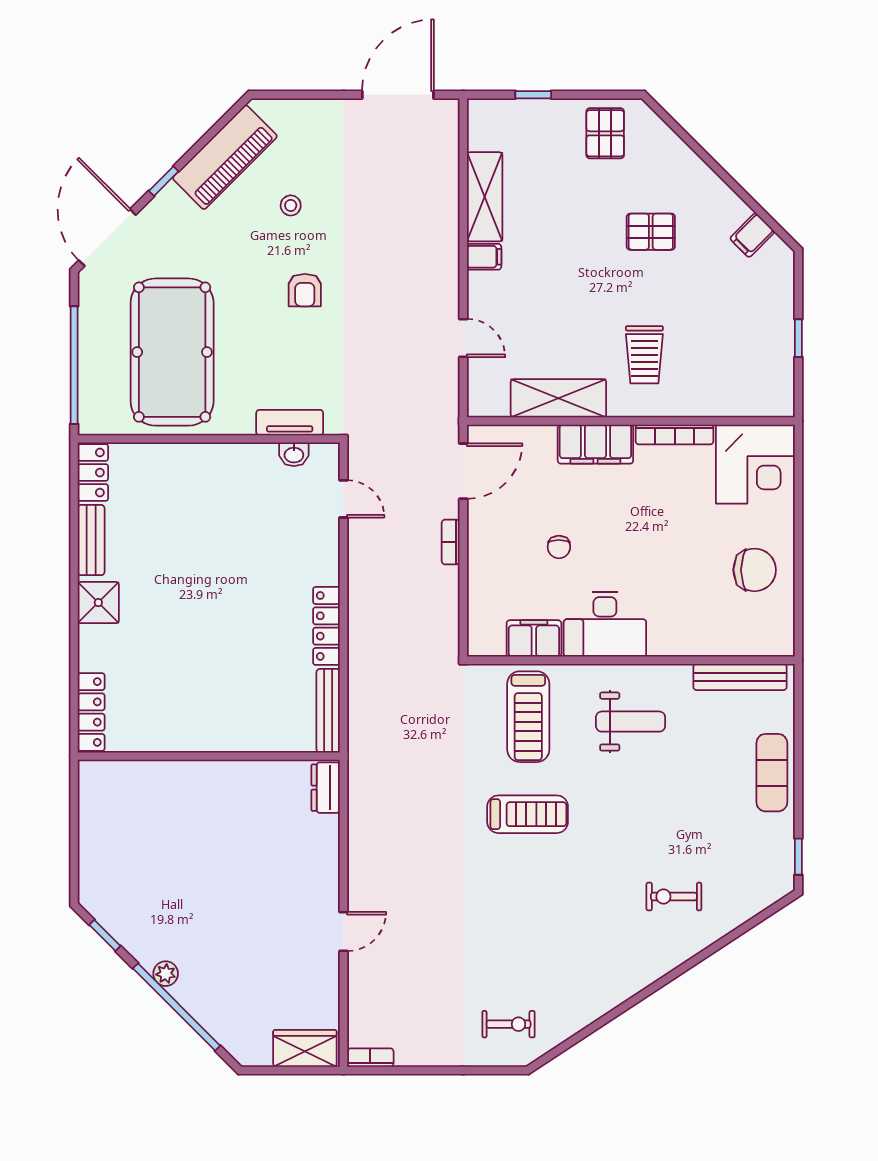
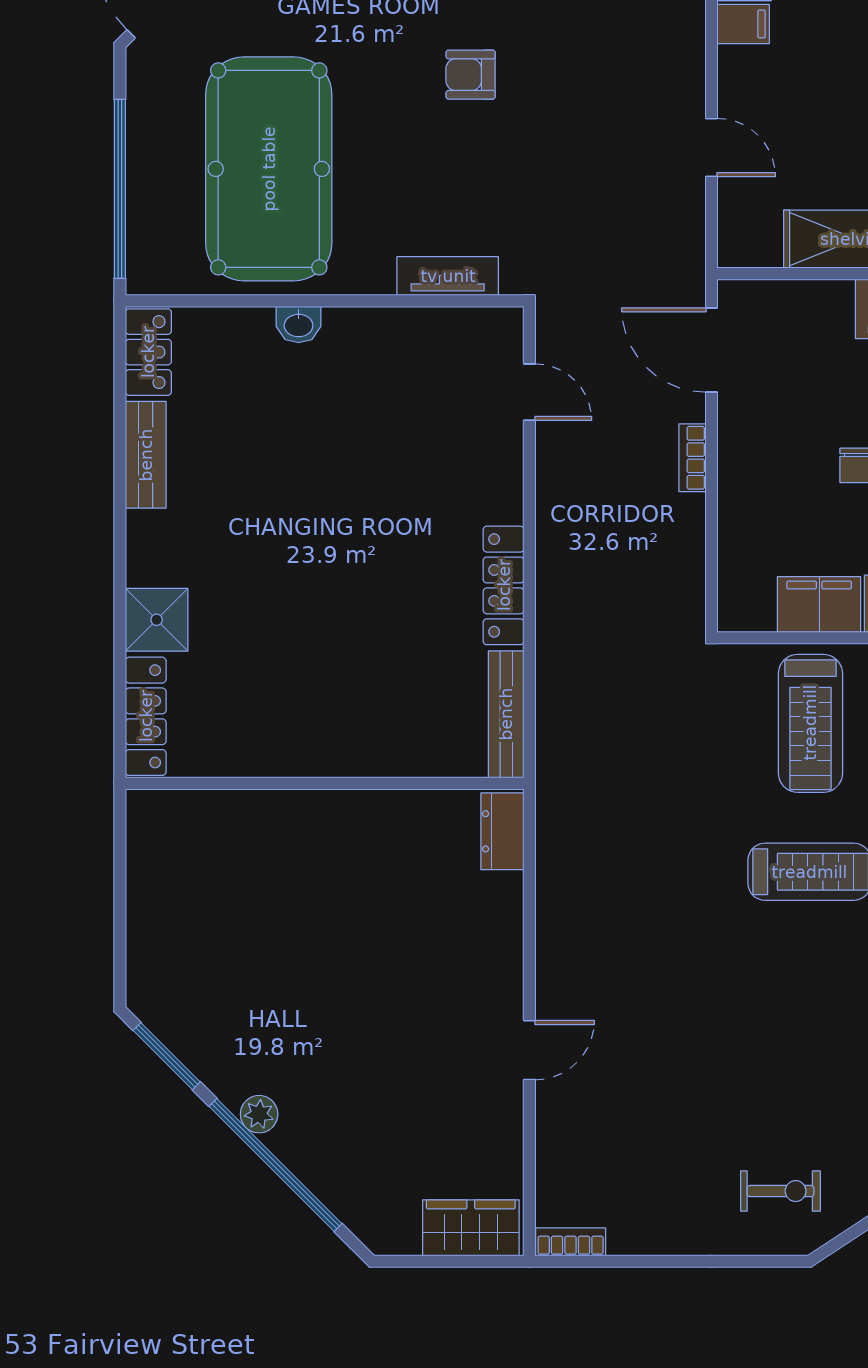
armchair: (305, 290) -> (471, 75), turned 90
washbasin: (294, 454) -> (299, 324), moved
door: (463, 471) -> (712, 350), swing flipped
shower: (98, 603) -> (157, 620), moved
window: (105, 935) -> (167, 1056), width x1.50

